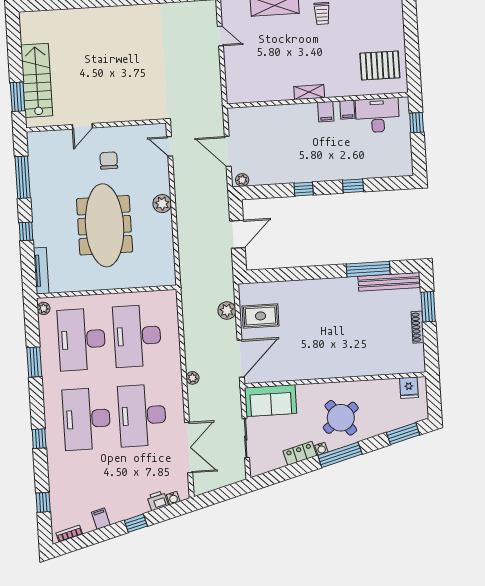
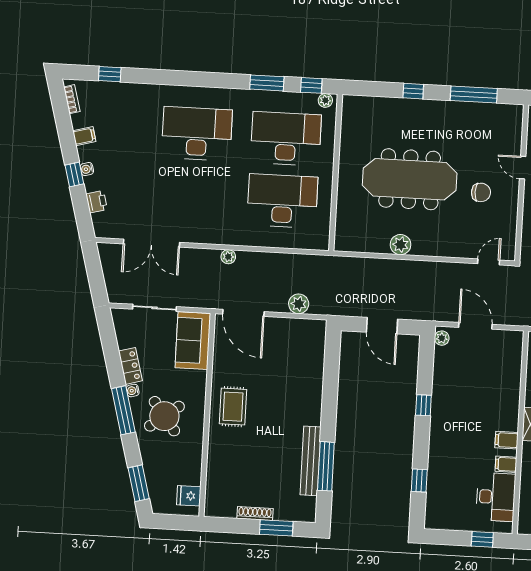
door: (228, 151) -> (475, 326), hinge flipped
window: (353, 186) -> (419, 481), moved
plant: (162, 204) -> (400, 245), moved
tv unit: (41, 271) -> (368, 103), removed
bench: (389, 282) -> (311, 461), moved
rug: (260, 316) -> (233, 407), moved
desk: (142, 415) -> (193, 196), removed
window: (39, 439) -> (311, 85), moved
water cooler: (173, 498) -> (87, 169), moved

